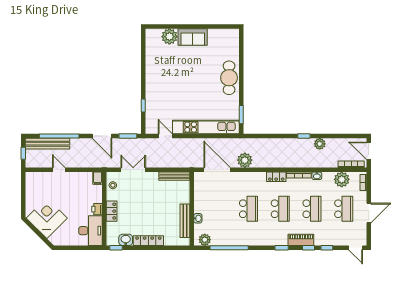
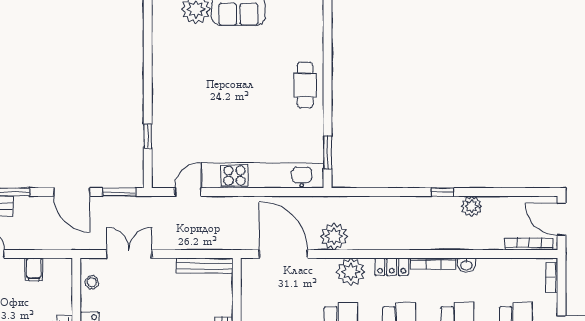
cafe table: (229, 78) -> (305, 85), width x0.73, depth x0.74
door: (165, 136) -> (188, 192), hinge flipped
filing cabinet: (98, 178) -> (34, 269), moved
plant: (342, 179) -> (351, 272), moved

